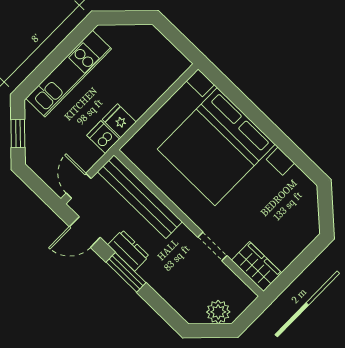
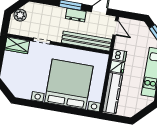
kitchen counter: (156, 84) -> (113, 93), added

